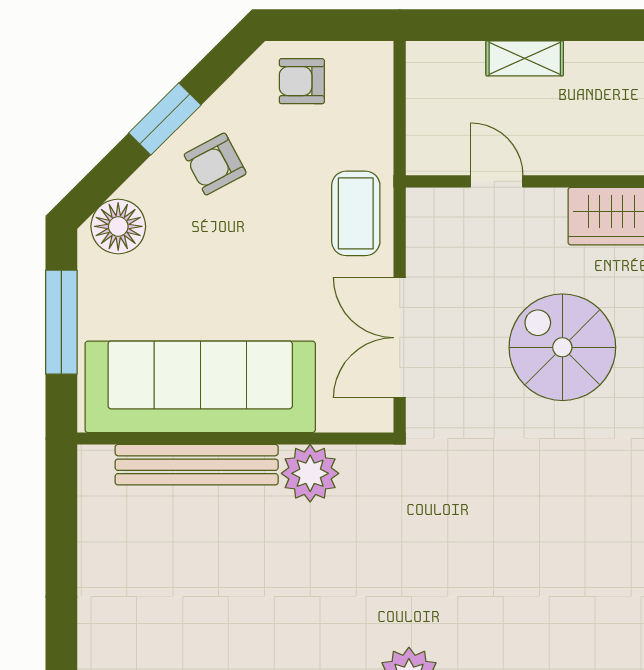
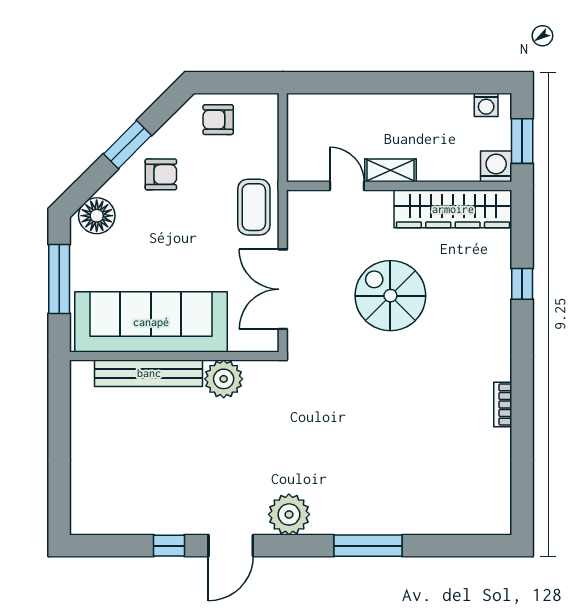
shelving: (525, 58) -> (390, 170), moved
armchair: (215, 164) -> (161, 174), turned -152

